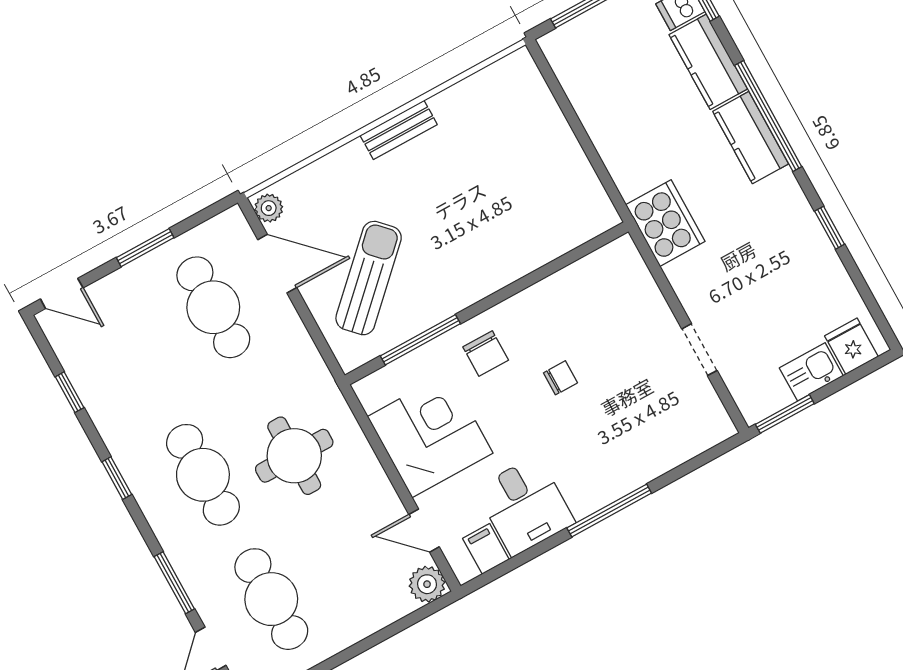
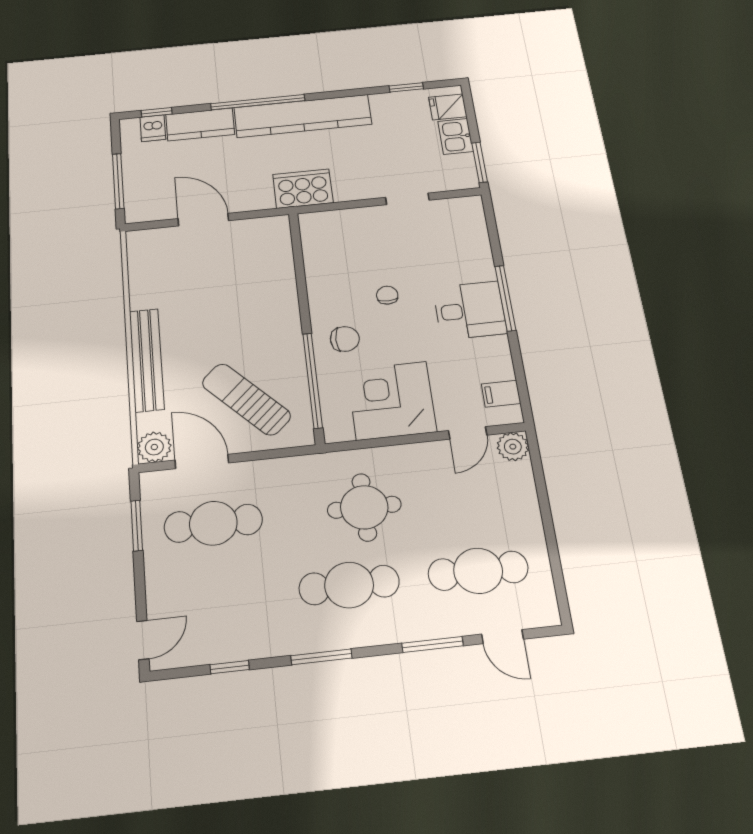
door: (577, 127) -> (203, 220), added
bench: (399, 130) -> (147, 360), width x1.86, depth x1.21
kitchen counter: (751, 138) -> (303, 116), width x2.08, depth x1.17
plant: (269, 208) -> (154, 447), width x1.38, depth x1.38
window: (830, 228) -> (406, 87), moved
window: (145, 248) -> (137, 526), moved
door: (277, 264) -> (202, 461), hinge flipped
window: (420, 340) -> (313, 380), width x1.46
window: (117, 478) -> (321, 657), width x1.50
desk: (525, 506) -> (470, 310), moved

